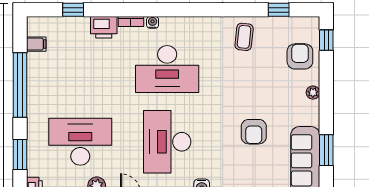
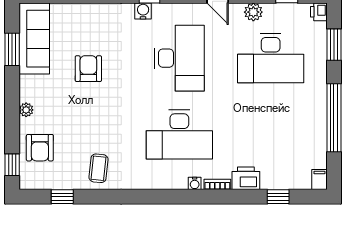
filing cabinet: (36, 44) -> (319, 180), moved, turned 90
desk: (167, 69) -> (179, 135), turned 180

